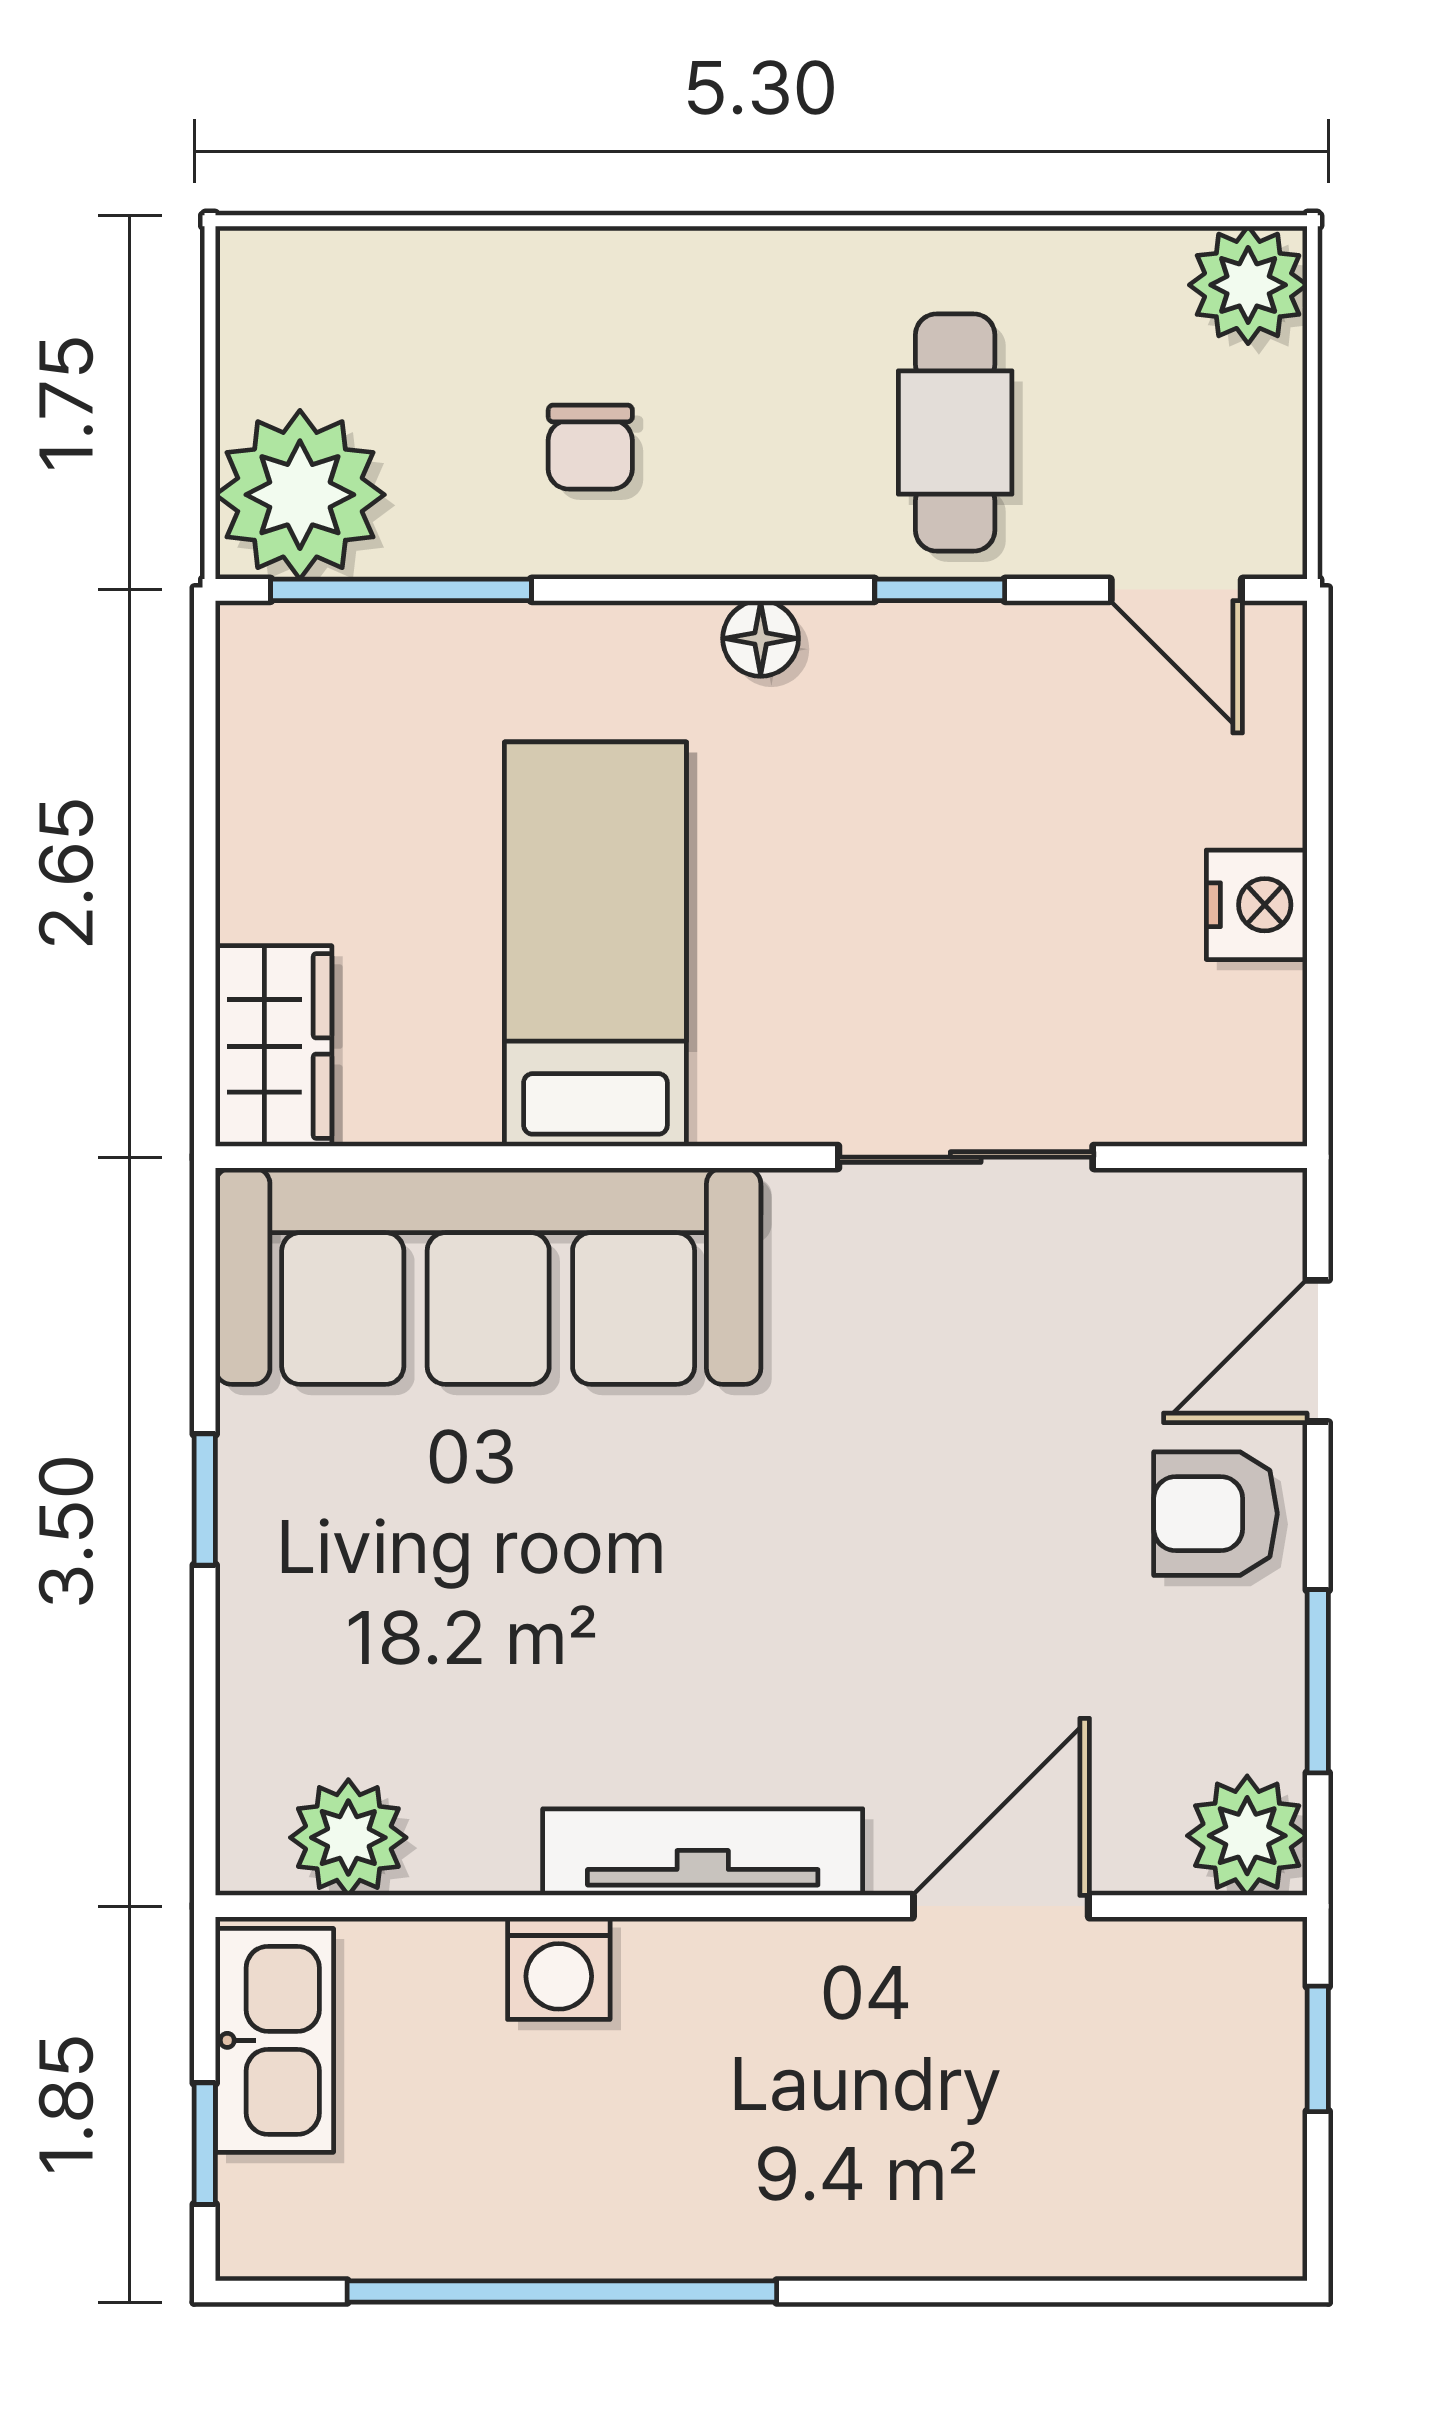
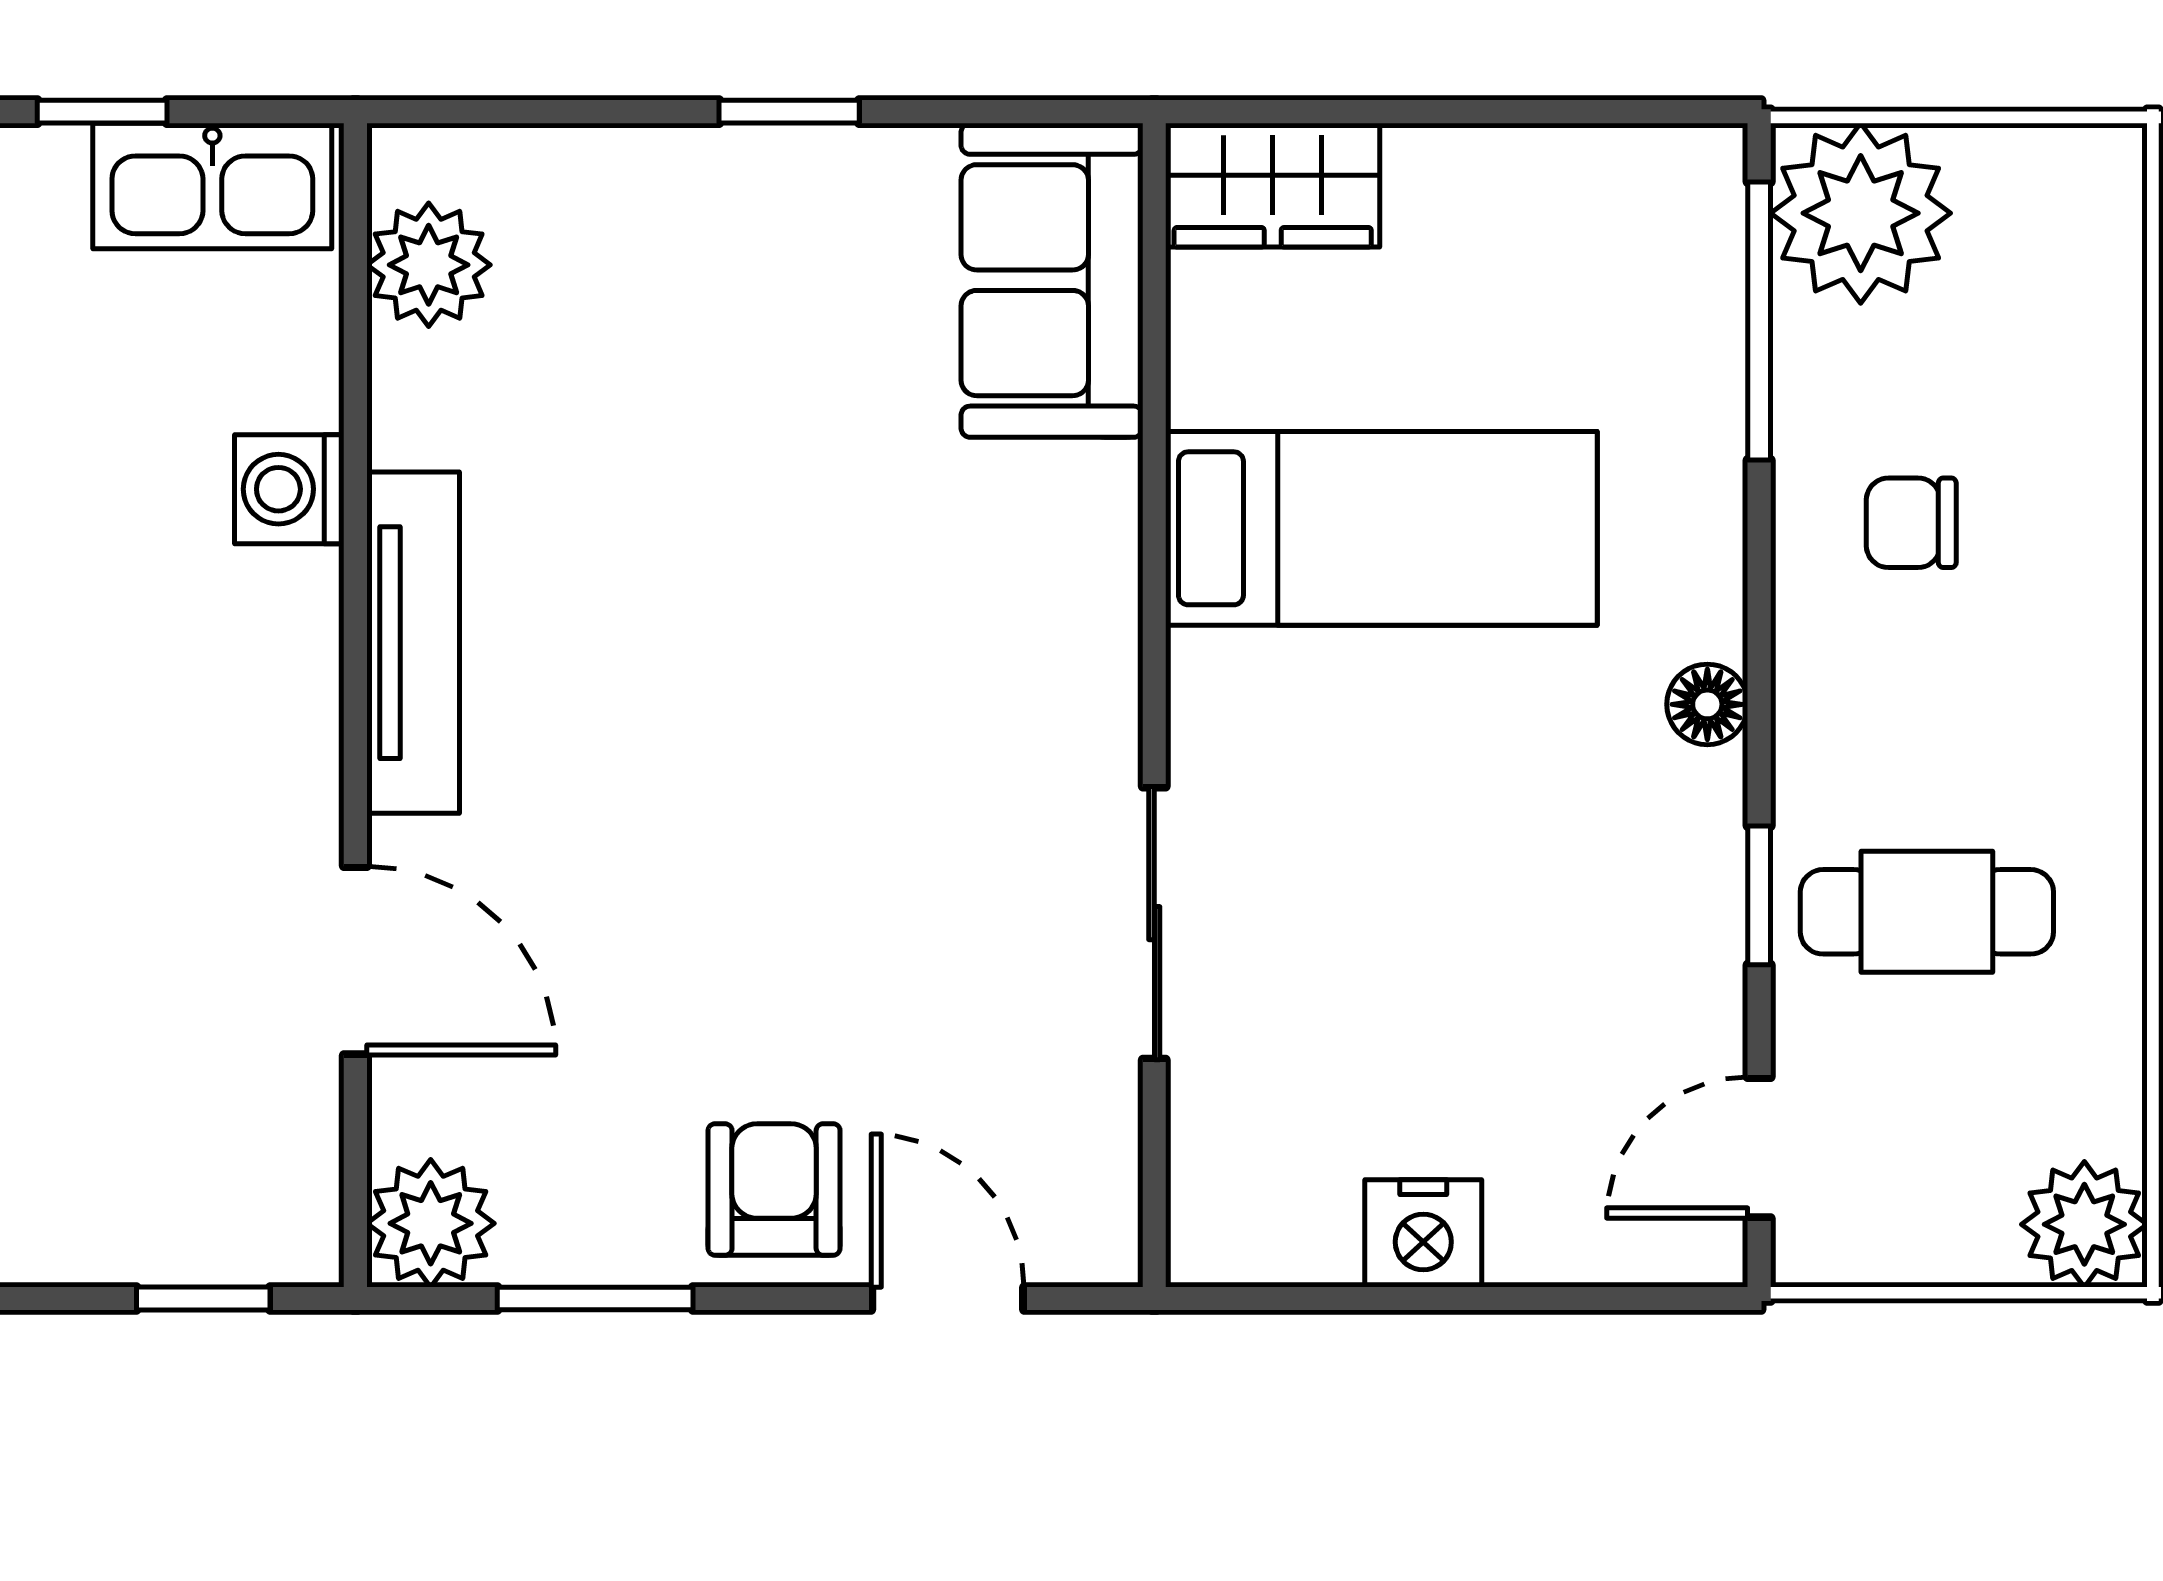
sofa: (488, 1276) -> (1052, 280), width x0.54, depth x0.79

